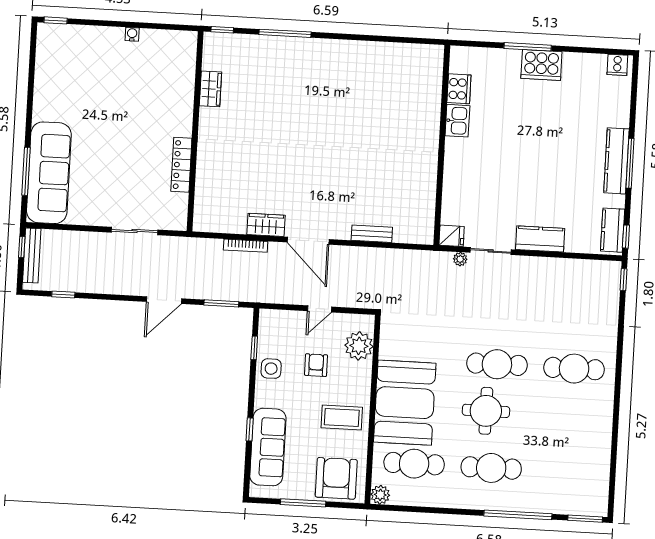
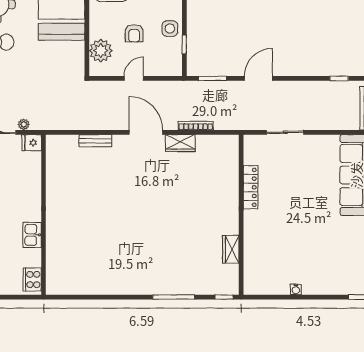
cooker: (459, 89) -> (32, 280), moved

